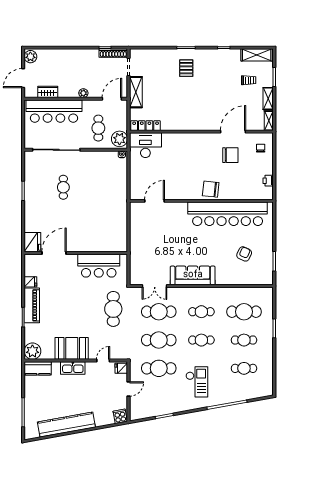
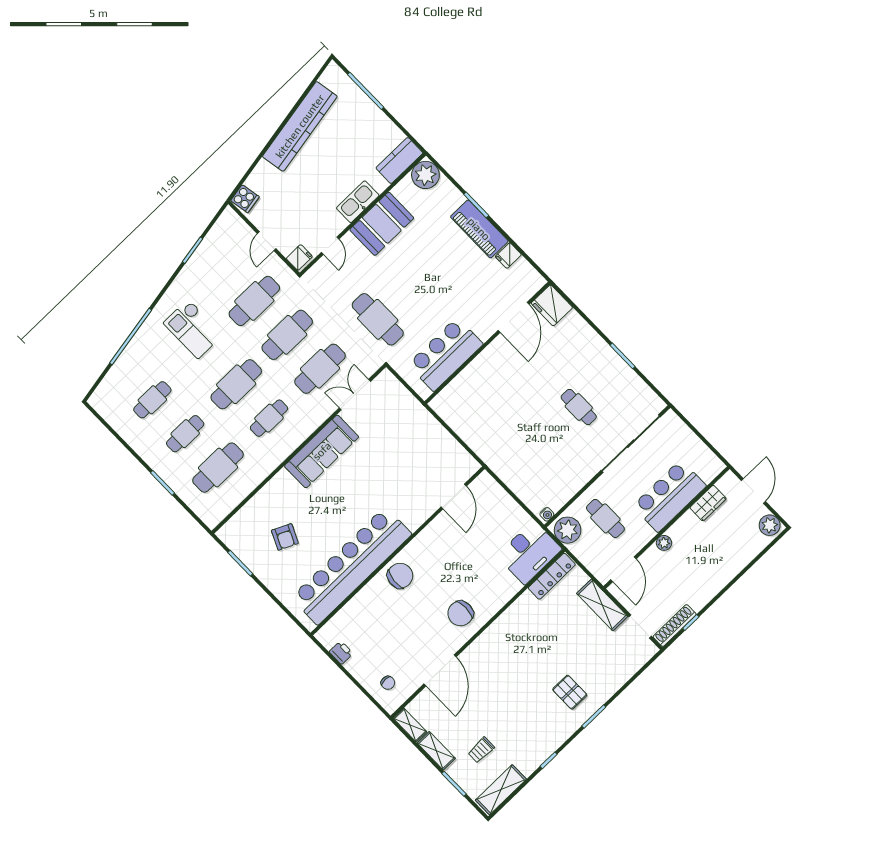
bar counter: (54, 111) -> (669, 496), width x0.73
chair: (230, 155) -> (460, 613), moved
cafe table: (201, 340) -> (236, 384), width x1.37, depth x1.35

